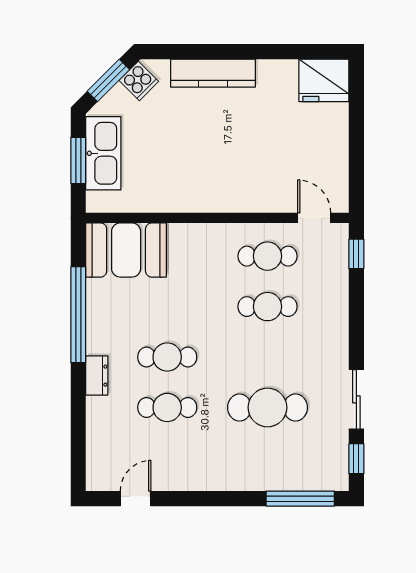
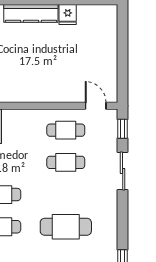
fridge: (324, 80) -> (68, 15), moved, width x0.53, depth x0.75
sliding door: (356, 399) -> (123, 171), moved

